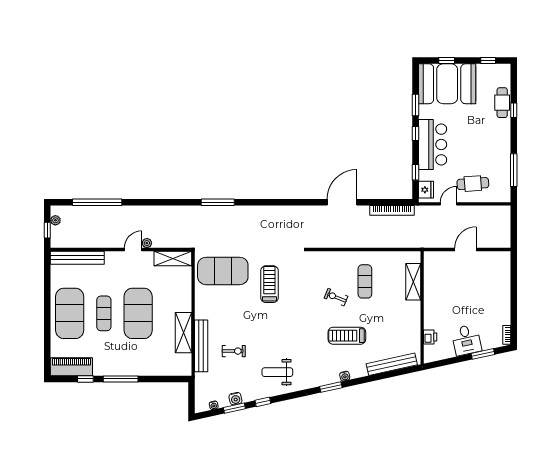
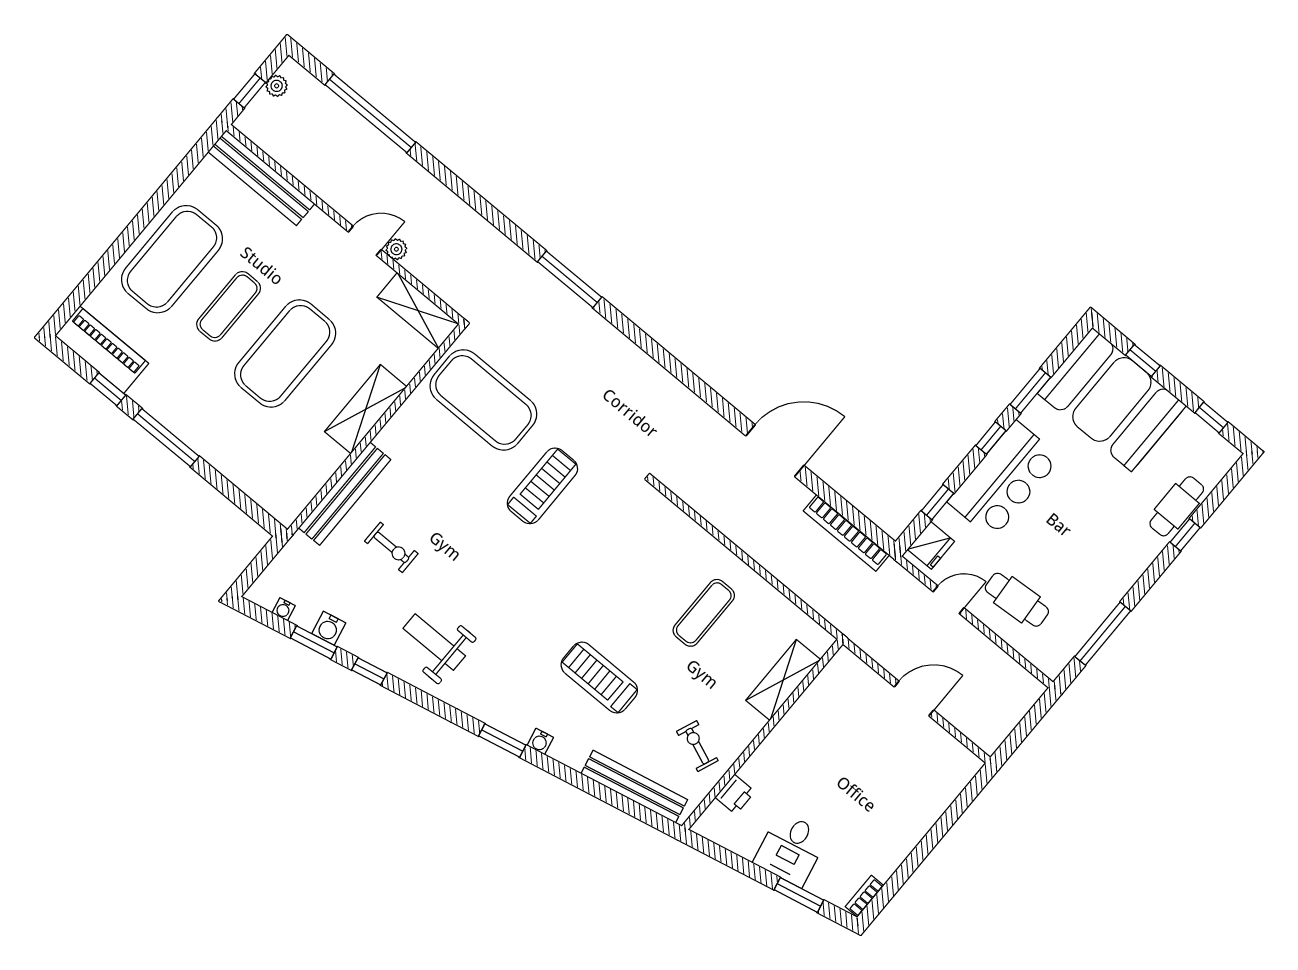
exercise bike: (336, 297) -> (697, 746), moved
shelving: (184, 333) -> (366, 409), moved

